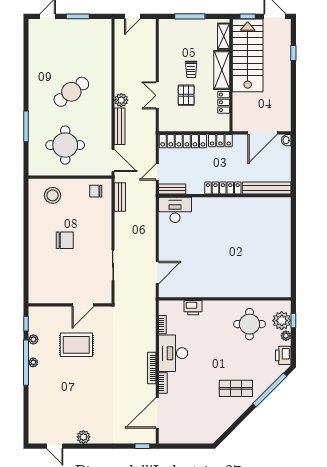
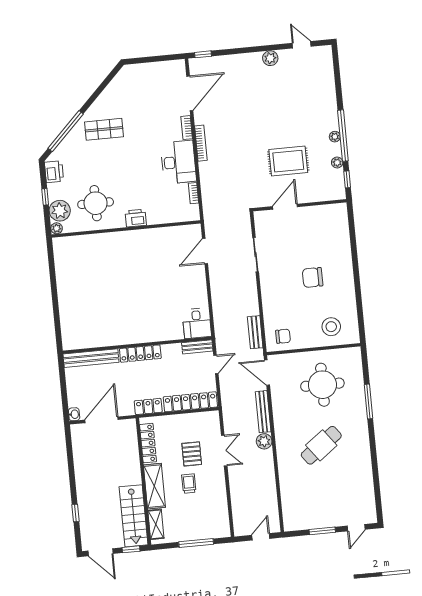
stairs: (248, 55) -> (134, 516), width x0.73, depth x0.66
locker: (224, 102) -> (148, 443), width x1.53
desk: (175, 210) -> (197, 323), width x0.73
printer: (193, 308) -> (136, 218), moved
window: (293, 320) -> (45, 197), moved
plant: (286, 336) -> (57, 228), moved

